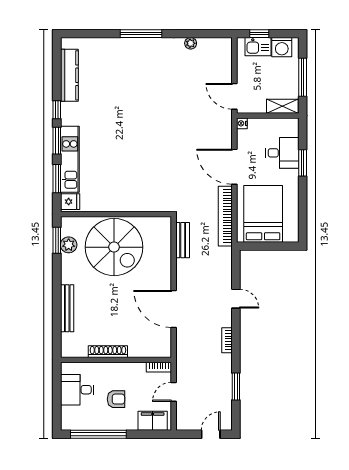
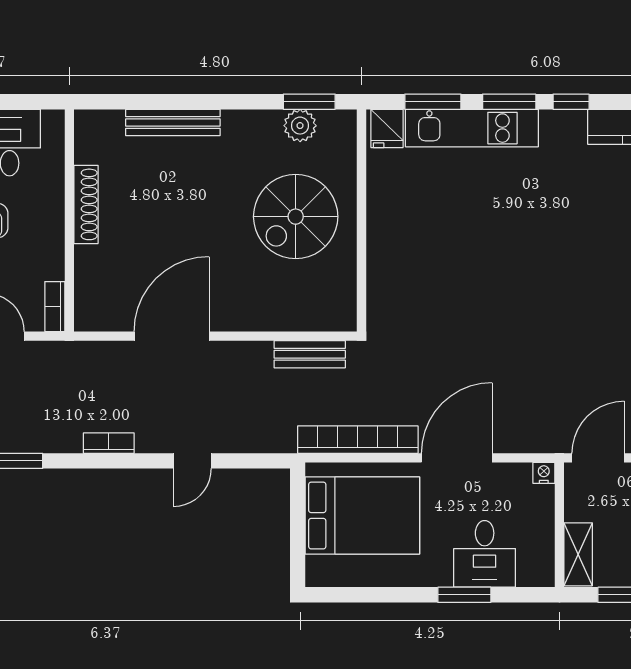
spiral stairs: (114, 247) -> (296, 217), width x0.73, depth x0.73

